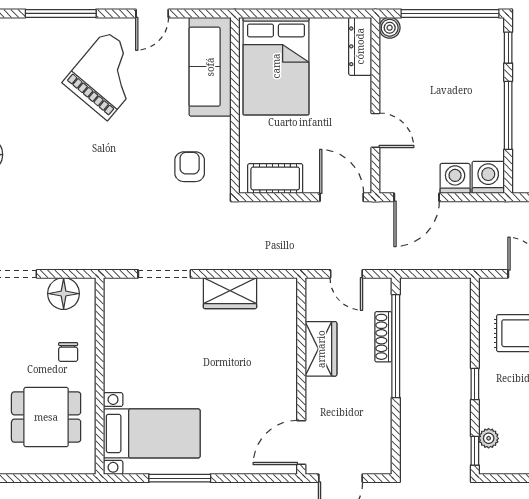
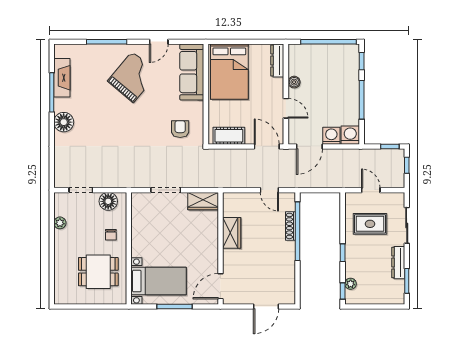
boiler: (390, 28) -> (294, 82), moved
wardrobe: (321, 349) -> (232, 233), moved
wall: (301, 376) -> (220, 248), moved
door: (301, 443) -> (220, 286), moved

